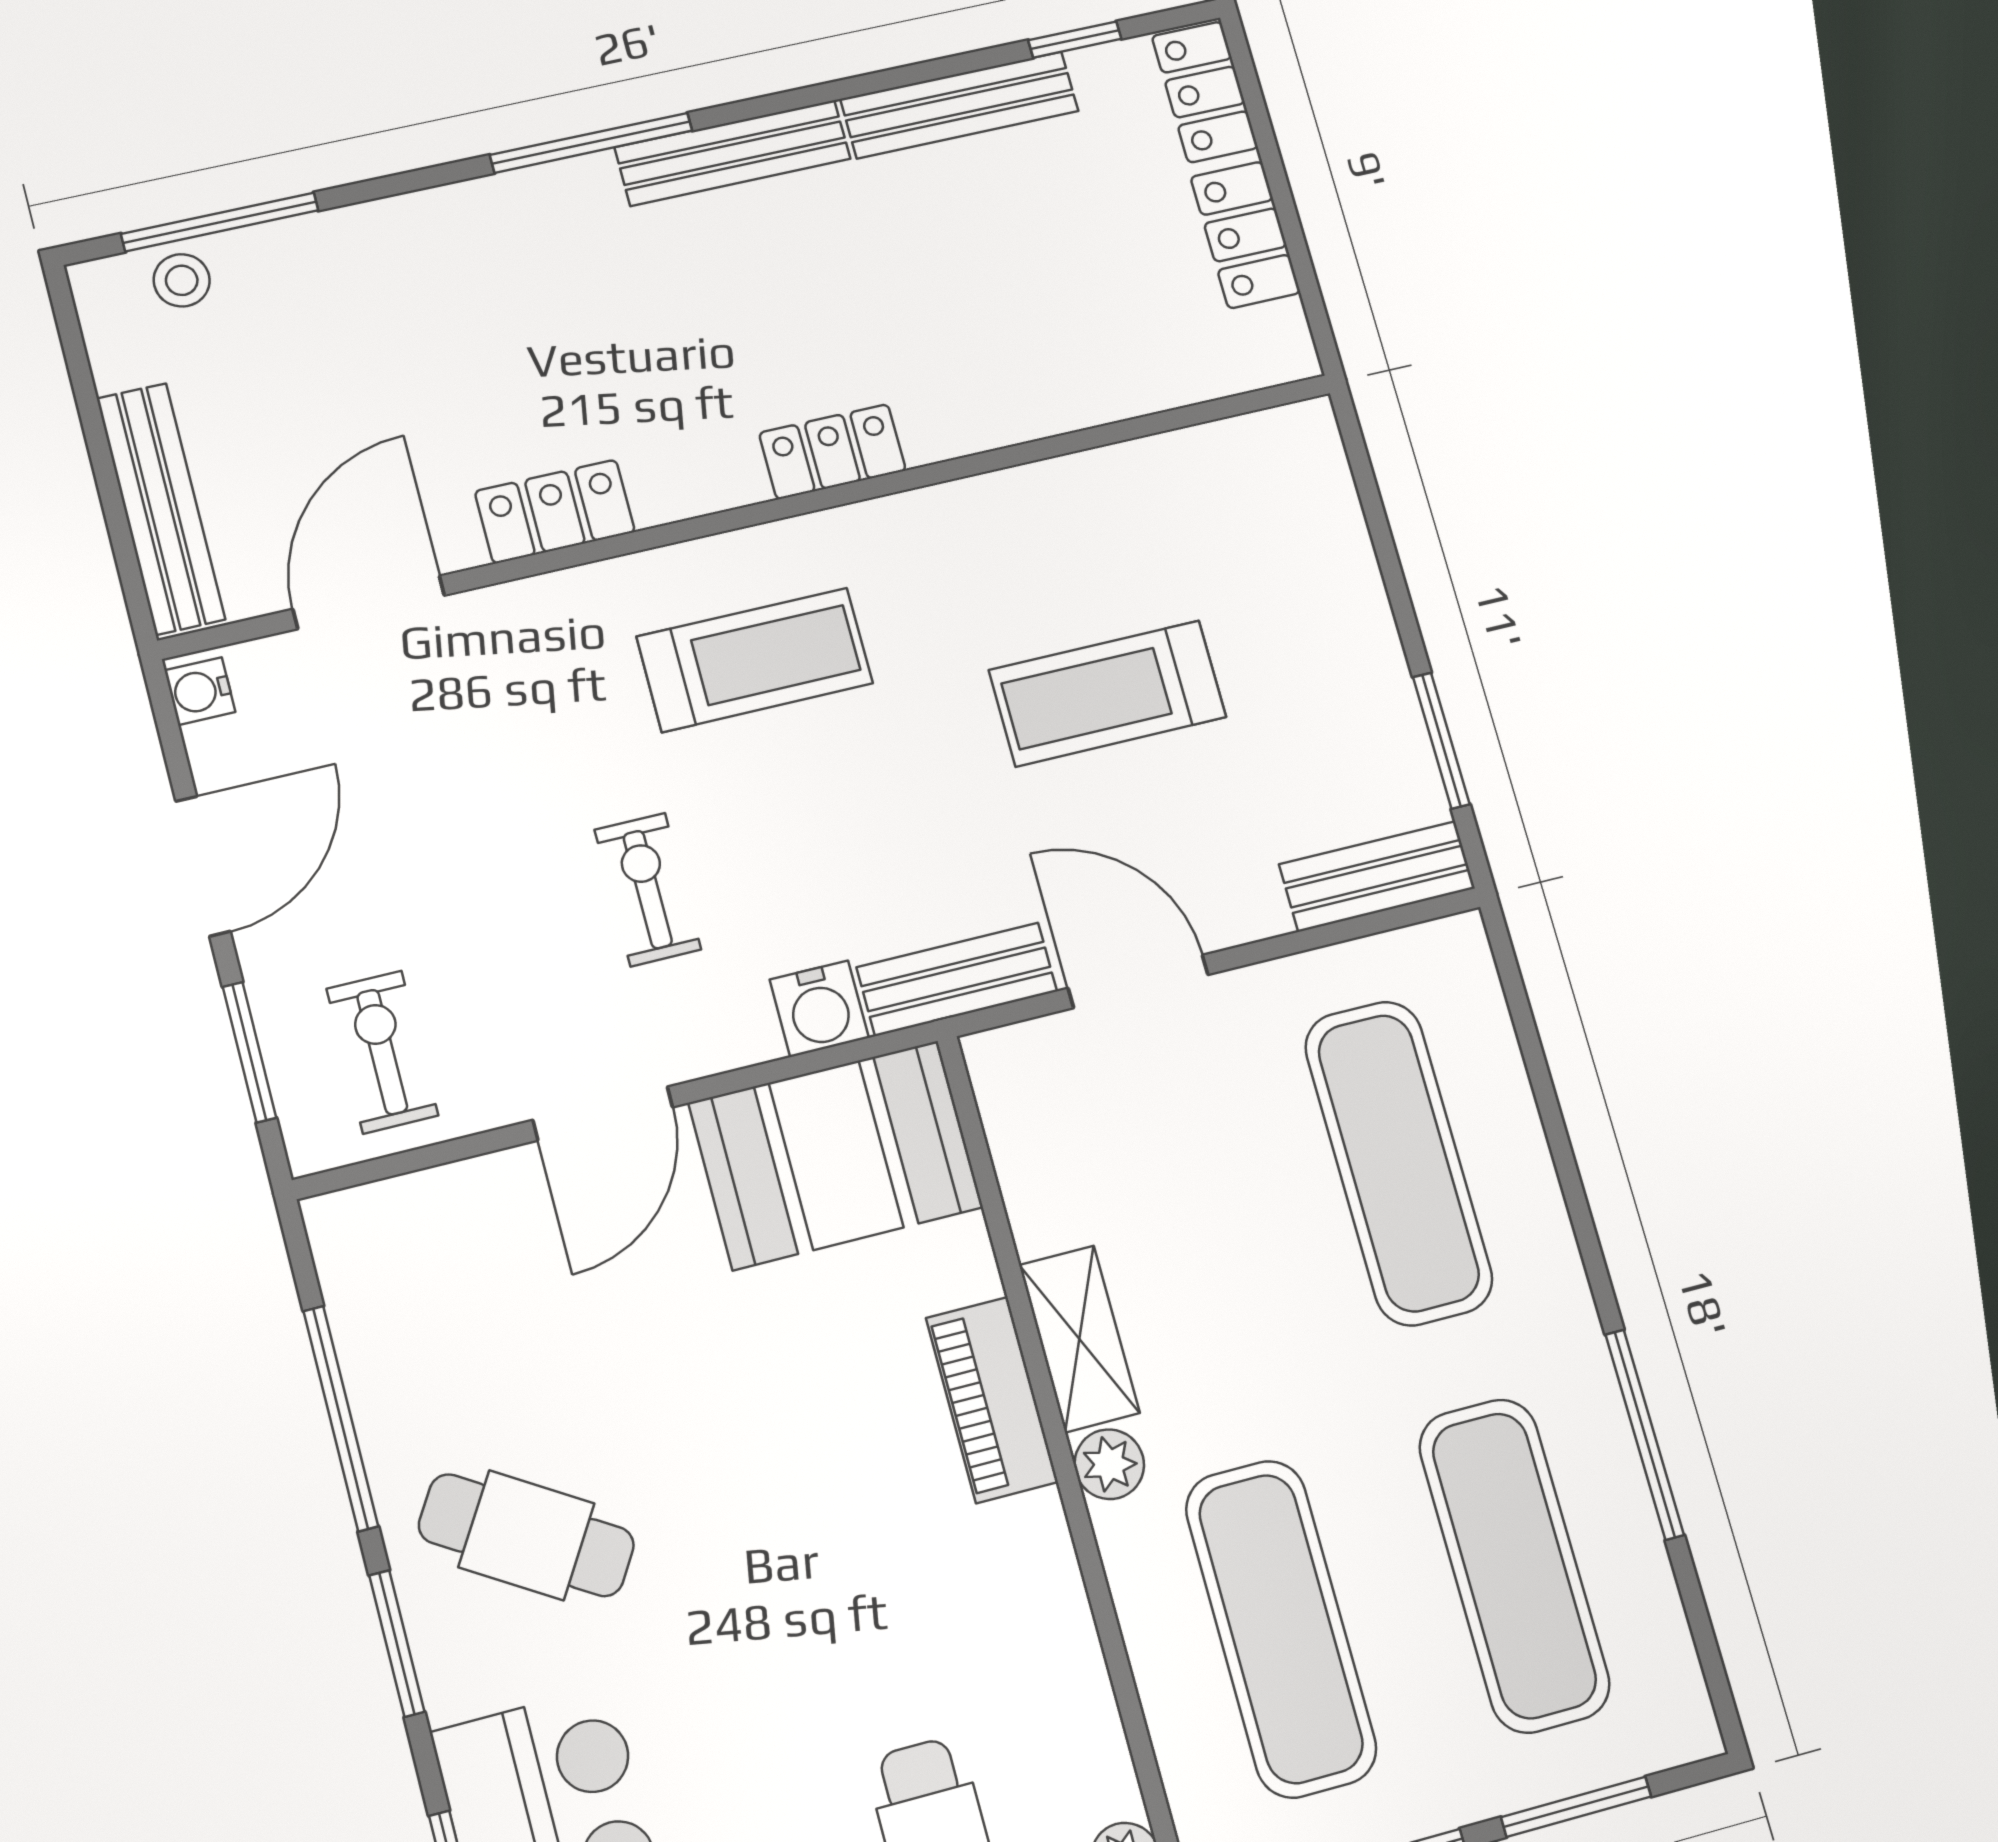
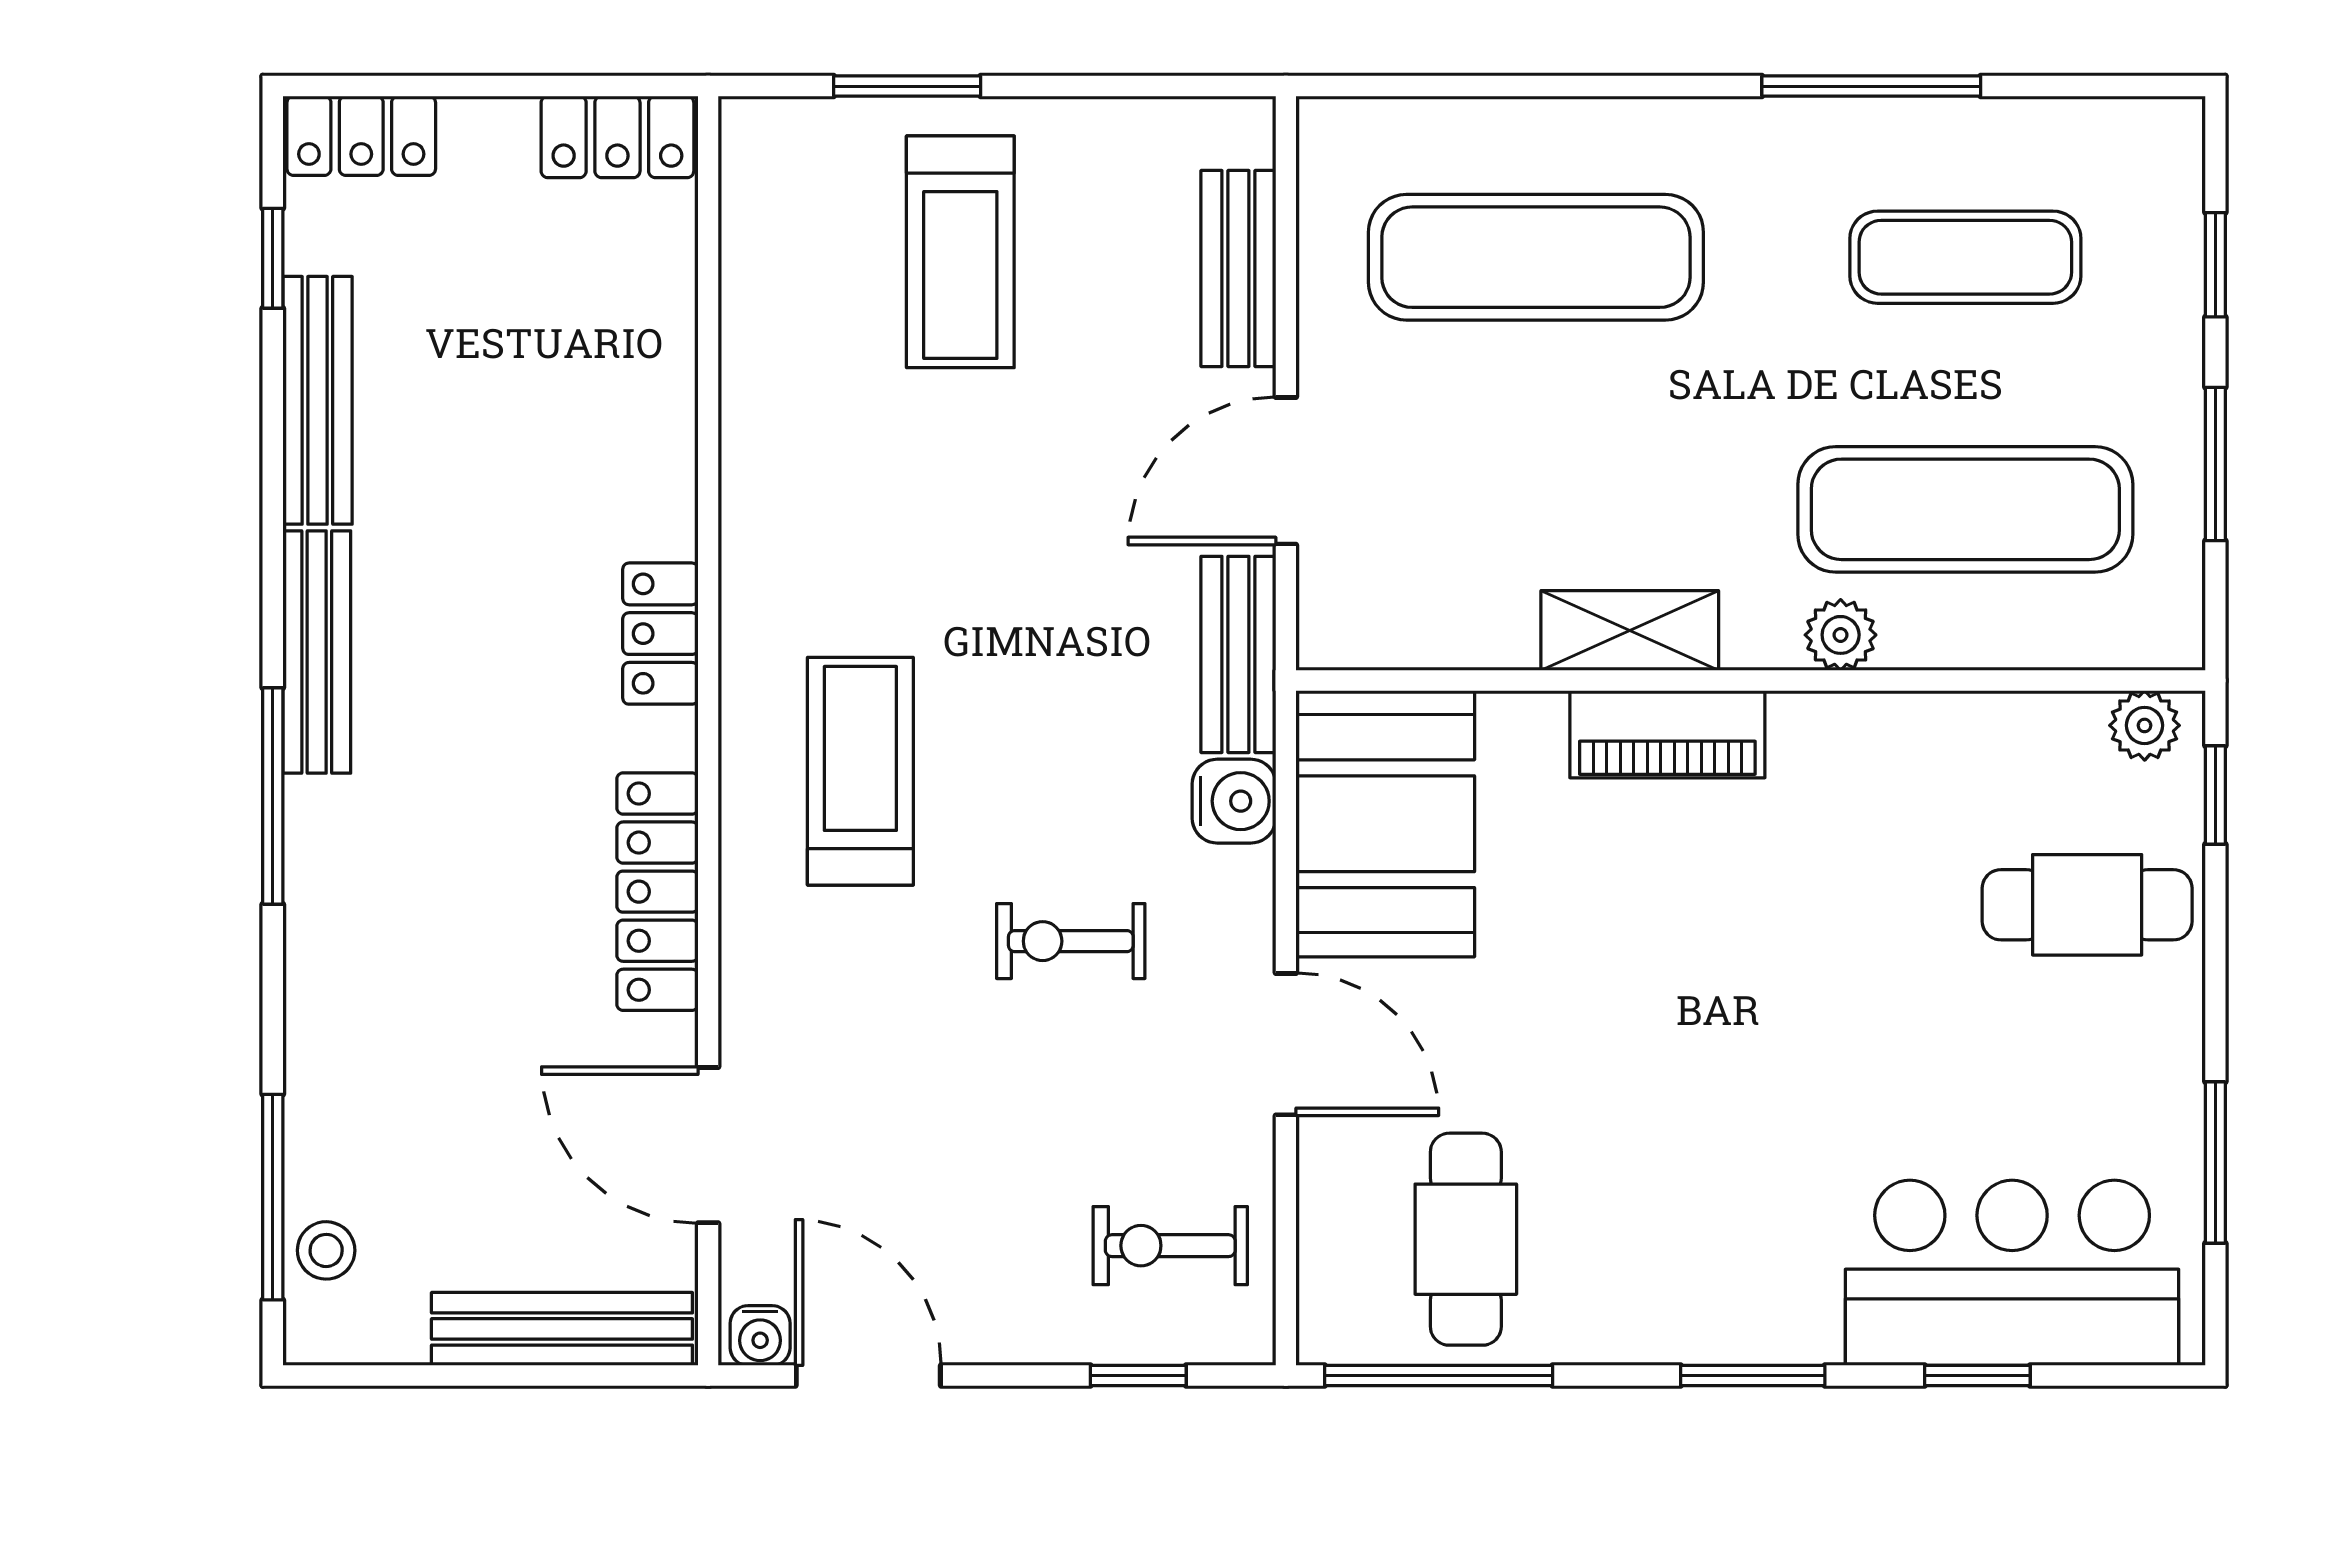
locker: (1245, 235) -> (617, 137), moved
locker: (555, 512) -> (657, 892), width x1.53
treadmill: (1108, 694) -> (960, 252), moved
window: (1441, 741) -> (907, 86), moved
door: (203, 866) -> (868, 1376), moved
bench: (1377, 876) -> (1238, 269), moved
window: (249, 1052) -> (1138, 1376), width x0.67
window: (341, 1418) -> (1439, 1376), moved
plant: (1109, 1464) -> (1841, 635), moved
cafe table: (526, 1535) -> (1466, 1239), moved, turned -32
exercise mat: (1514, 1565) -> (1965, 257), width x0.73, depth x0.69
window: (1576, 1807) -> (2215, 265), width x0.67

